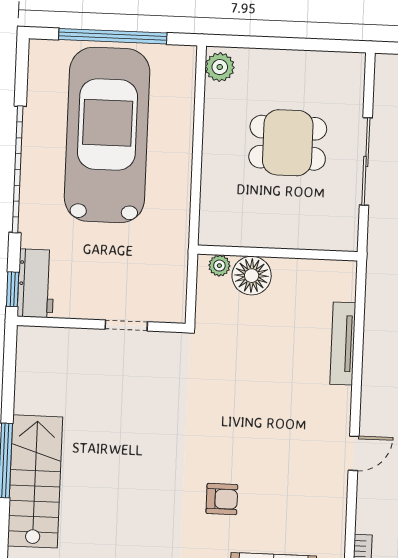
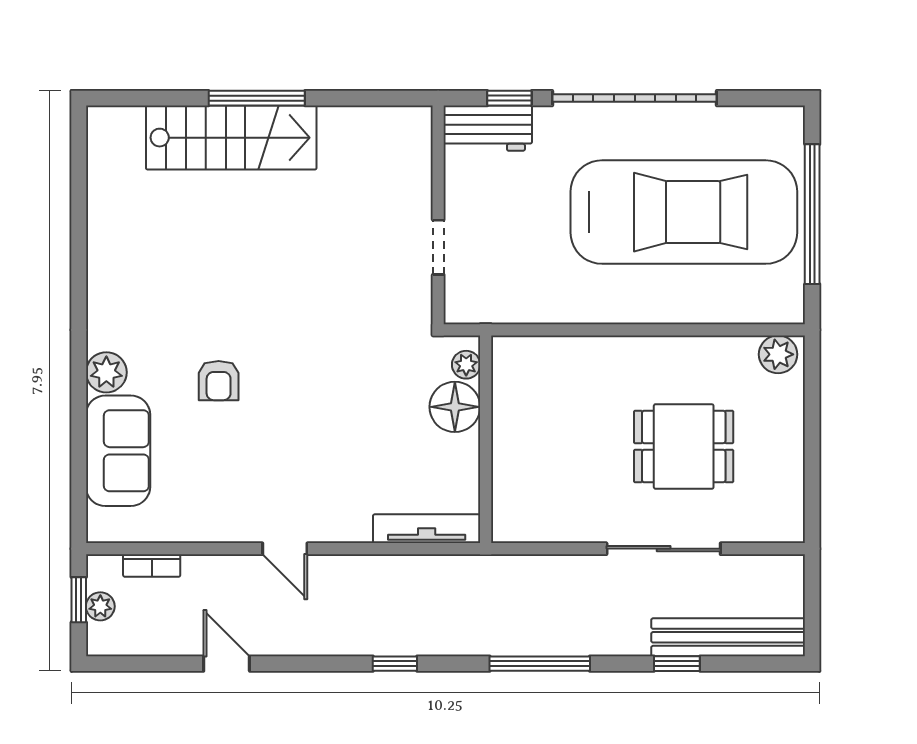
dining table: (288, 143) -> (684, 446), turned 90
wall: (278, 253) -> (486, 439), moved
plant: (219, 266) -> (466, 365), moved
floor lamp: (252, 276) -> (455, 407), moved
window: (13, 289) -> (509, 98), moved

